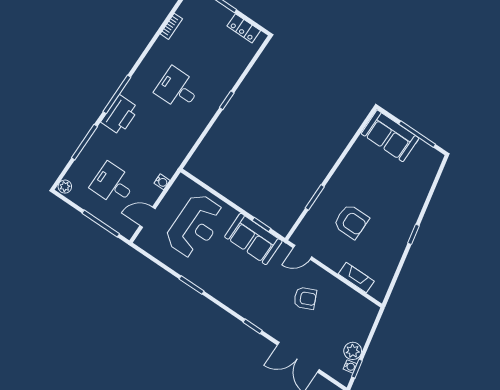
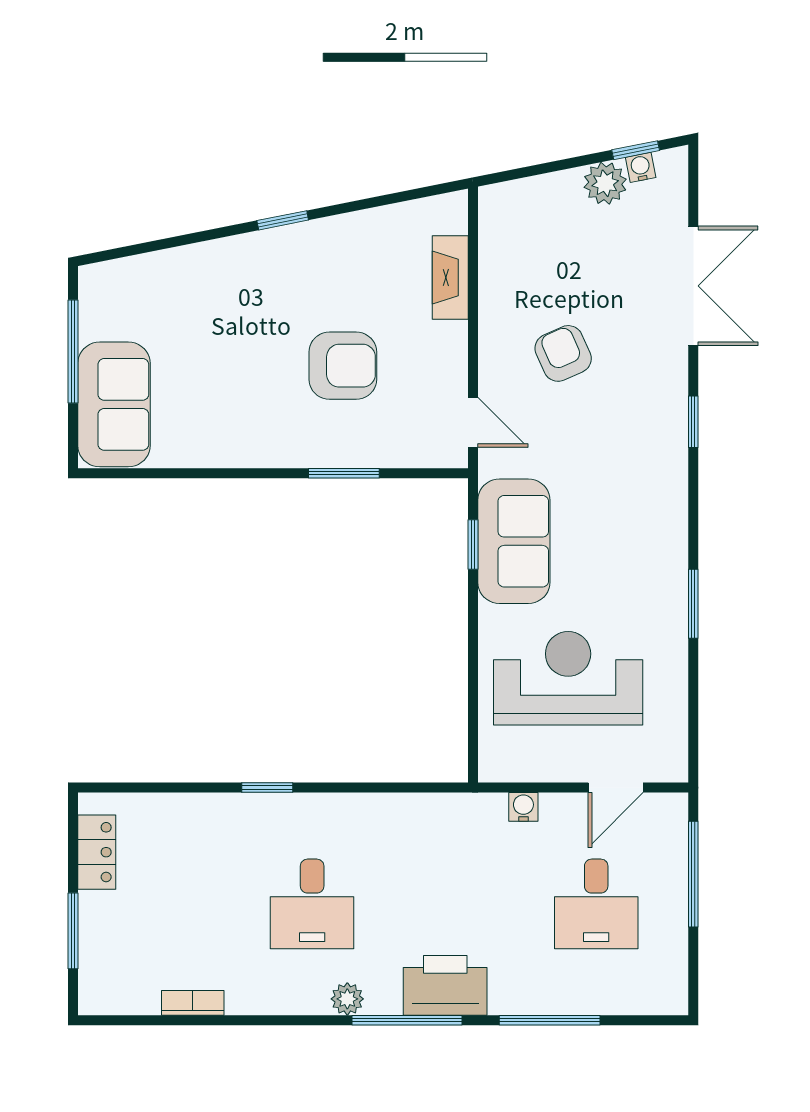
plant: (65, 187) -> (347, 999), moved
door: (148, 217) -> (616, 788), hinge flipped
armchair: (351, 221) -> (343, 366), turned 90

